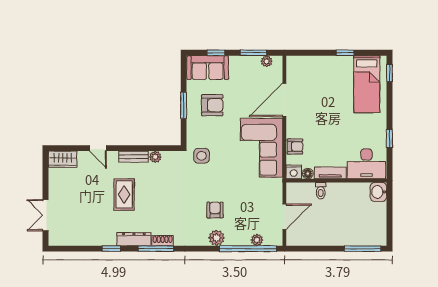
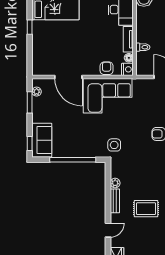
window: (216, 53) -> (30, 144), moved
window: (184, 105) -> (73, 160), width x2.11
armchair: (212, 105) -> (73, 136), removed

